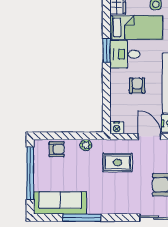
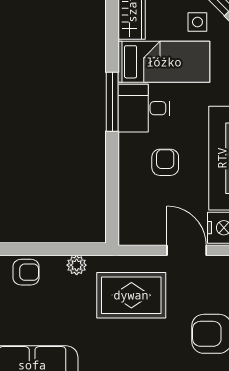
window: (106, 51) -> (112, 102), width x1.44
nightstand: (117, 128) -> (130, 235), removed
rug: (117, 163) -> (131, 295), width x1.36, depth x1.43

